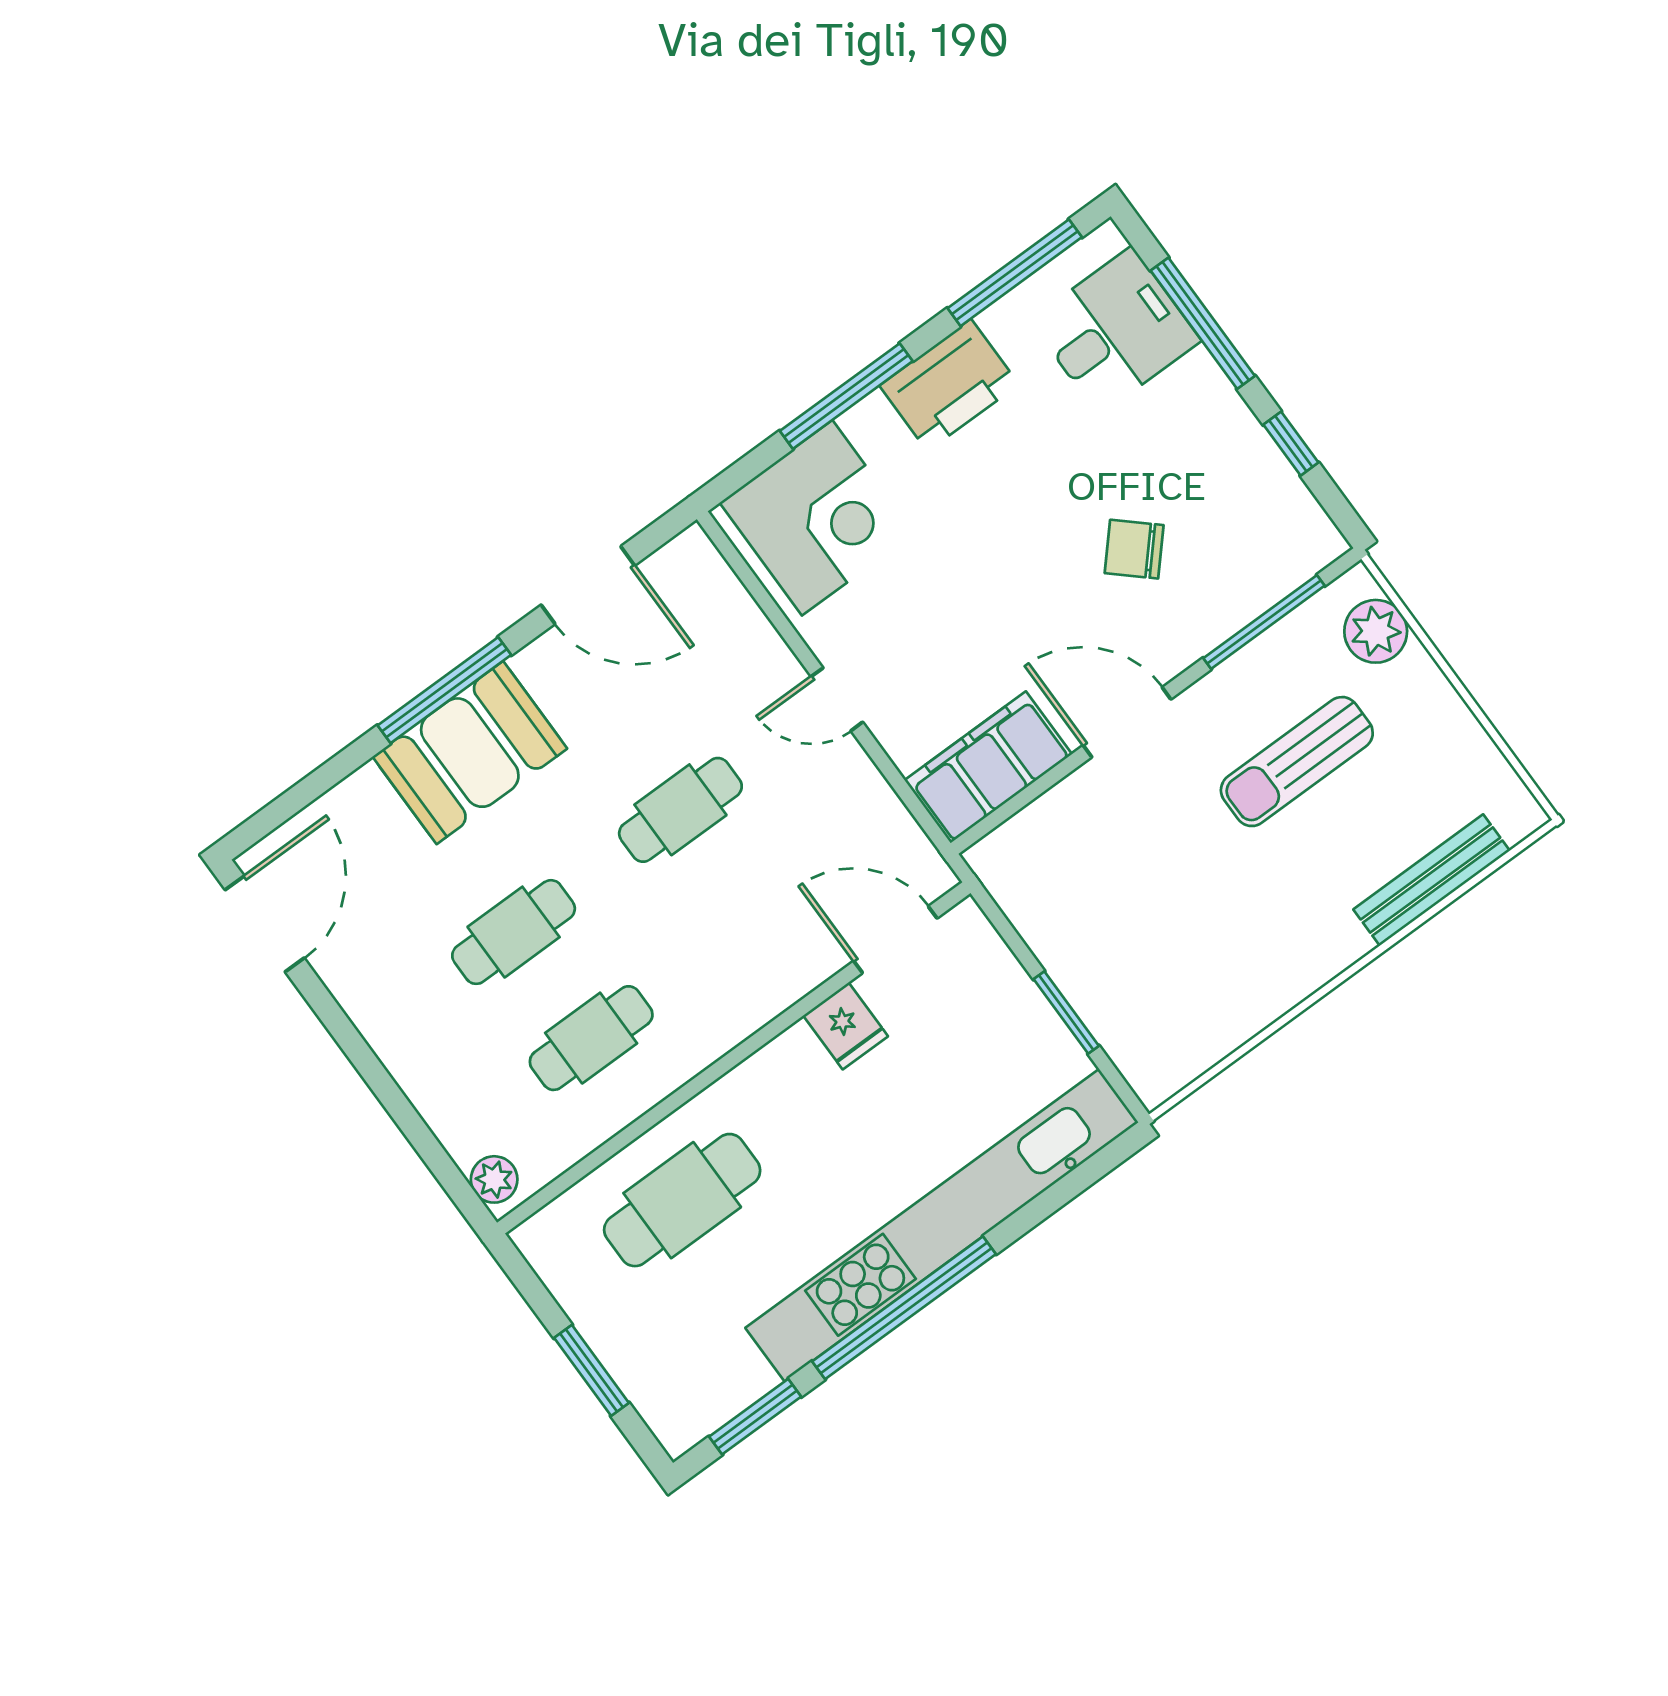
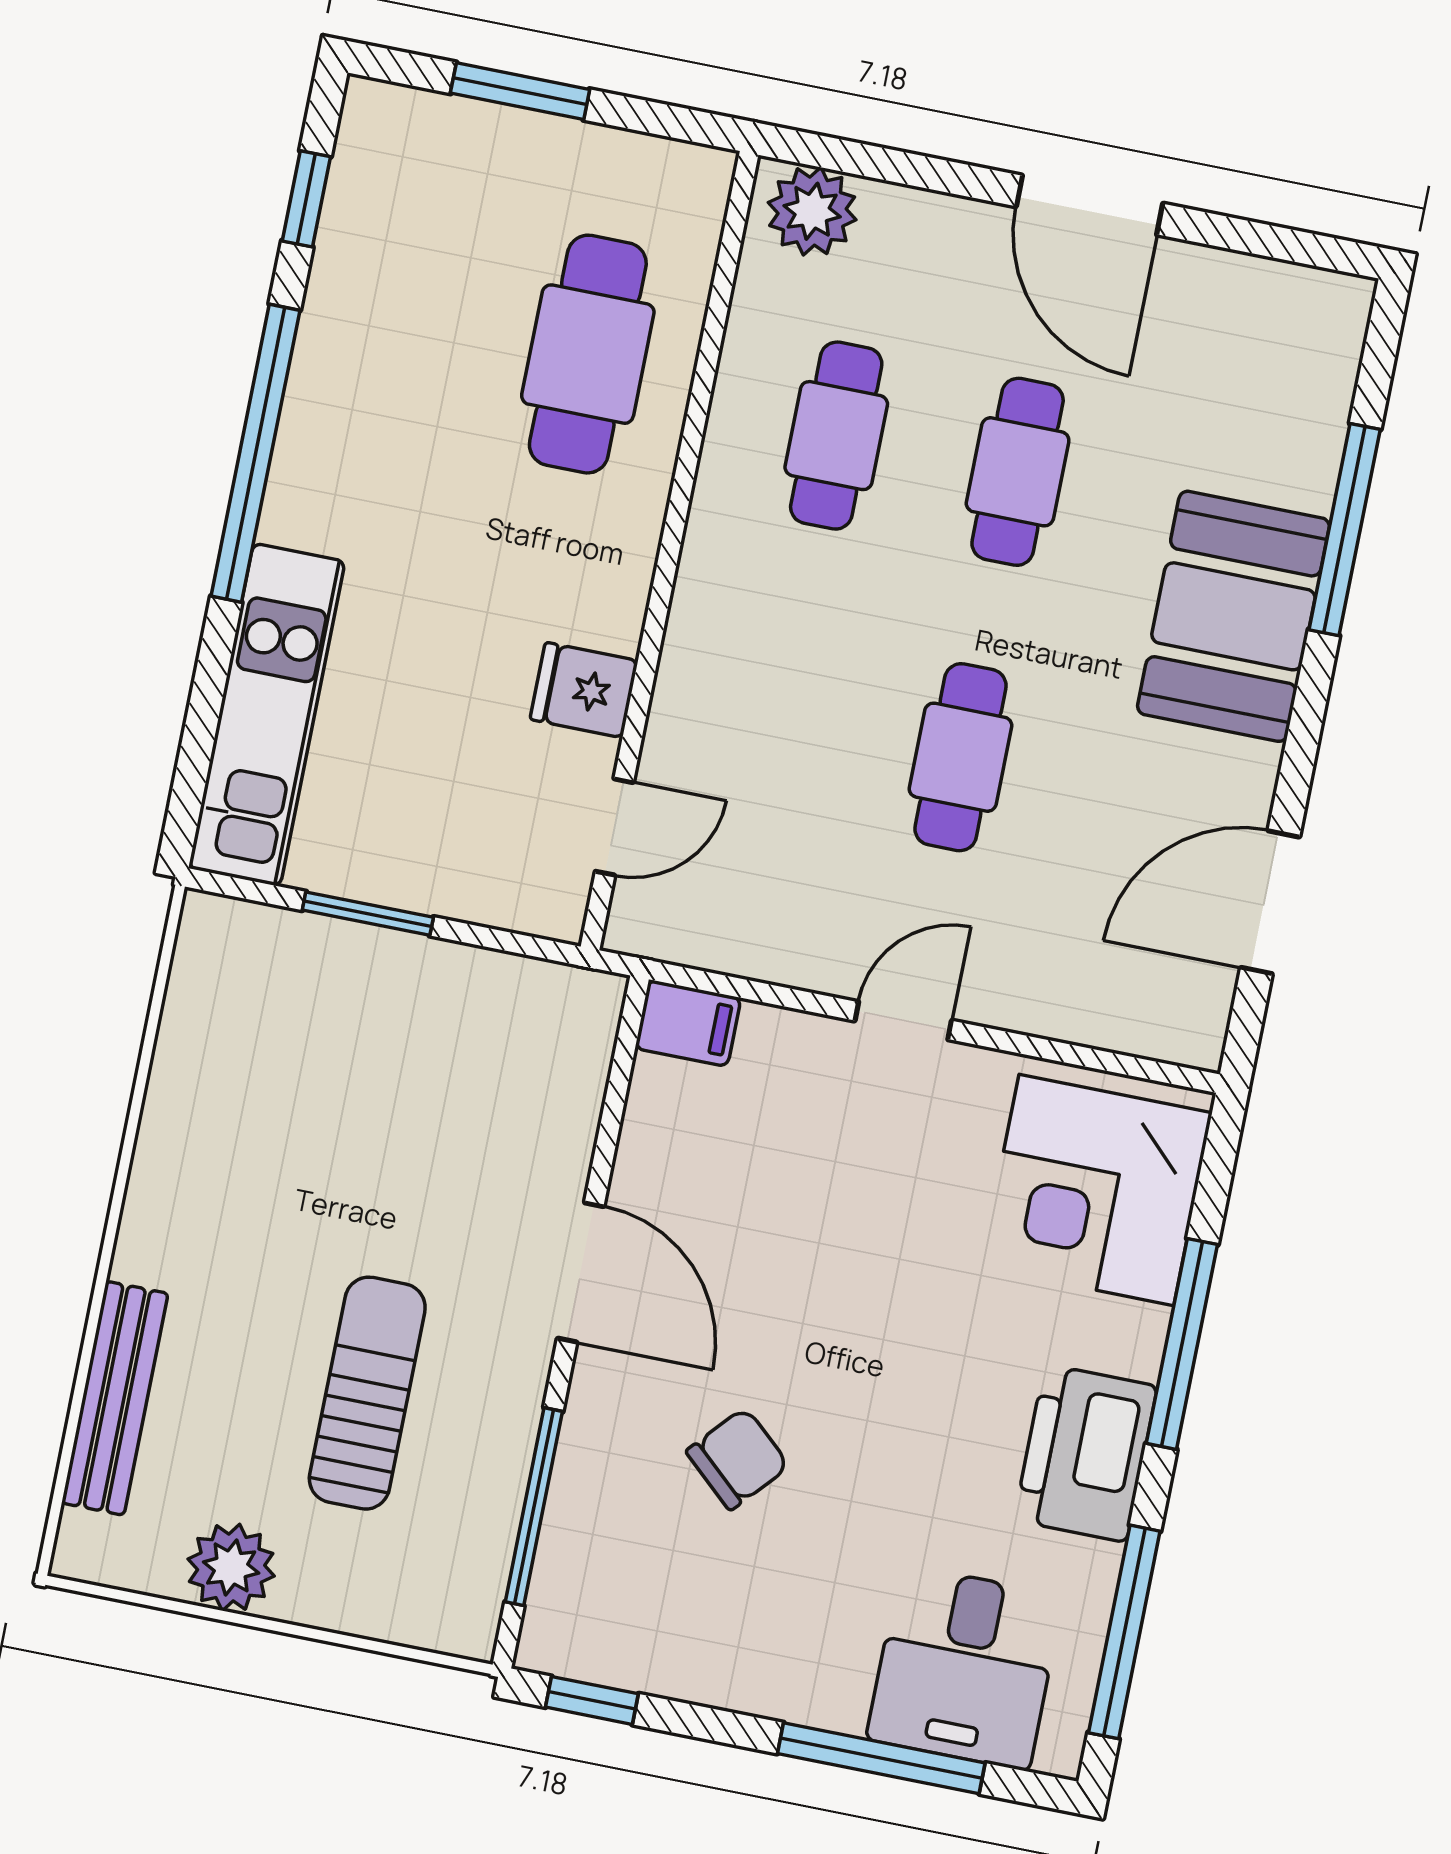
window: (1291, 444) -> (592, 1700), moved
plant: (1376, 631) -> (231, 1567), moved
window: (444, 690) -> (1345, 530), moved
door: (1127, 722) -> (581, 1272), hinge flipped
filing cabinet: (988, 767) -> (688, 1023), width x0.33, depth x0.86
door: (265, 924) -> (1089, 205), moved
door: (895, 940) -> (614, 827), width x0.73
plant: (494, 1179) -> (812, 211), width x1.38, depth x1.38
kitchen unit: (942, 1225) -> (267, 715), width x0.54
window: (755, 1417) -> (306, 199), width x0.67

